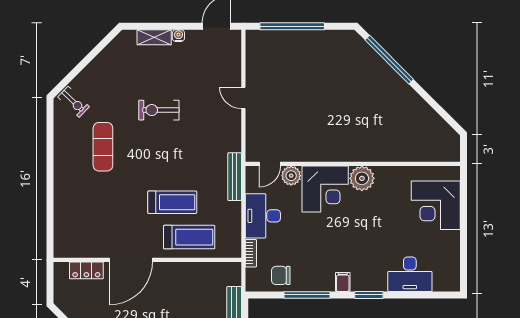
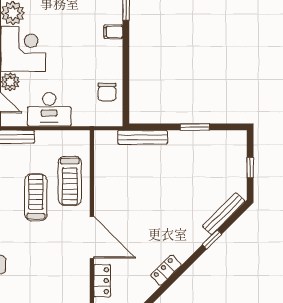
treadmill: (189, 237) -> (70, 181), turned 180
bookcase: (251, 253) -> (85, 121), removed
window: (307, 295) -> (126, 67), removed

